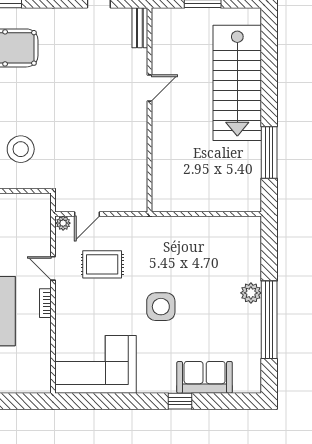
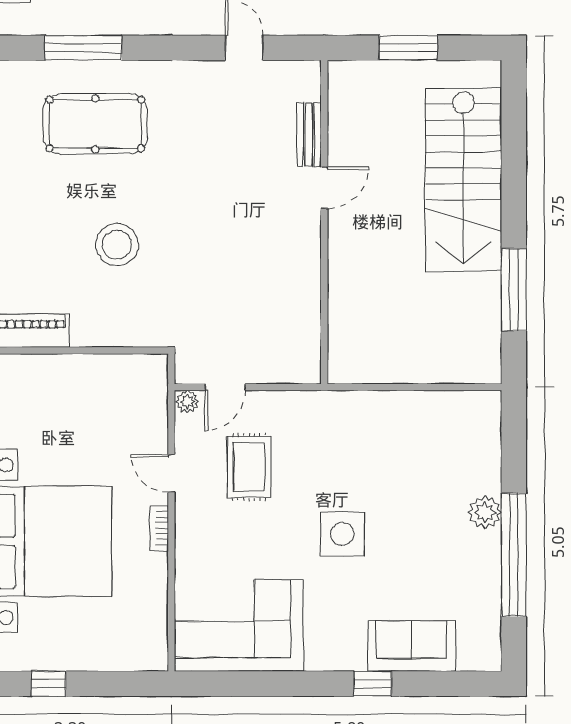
bench: (140, 28) -> (309, 134), moved
stool: (21, 149) -> (117, 245), moved
rug: (102, 264) -> (249, 467), turned 90

